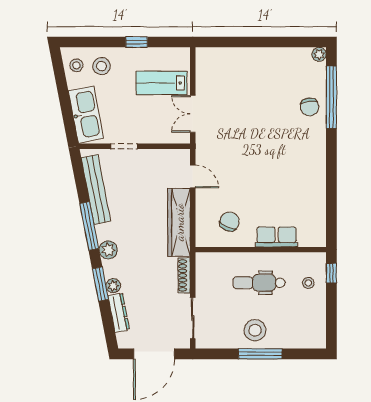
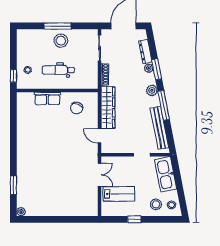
window: (331, 97) -> (13, 185), width x0.47
chair: (310, 107) -> (27, 179), removed
dental chair: (259, 283) -> (58, 70), turned 180

